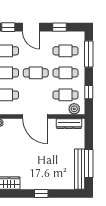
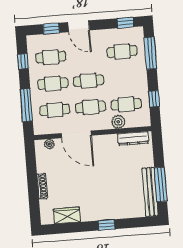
window: (59, 27) -> (125, 23), moved
cafe table: (66, 73) -> (91, 107), moved
plant: (74, 109) -> (118, 122), moved
door: (35, 117) -> (76, 134), moved

